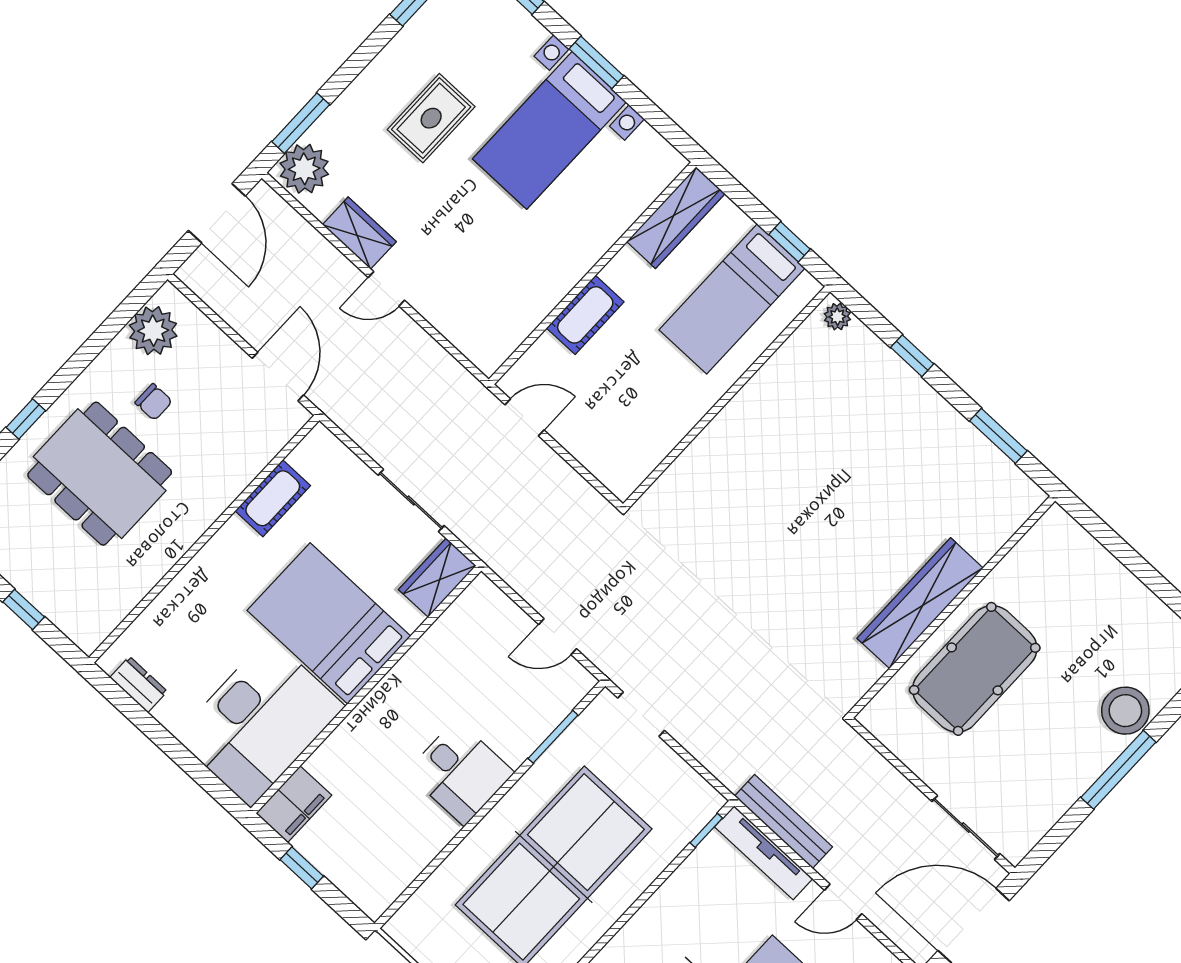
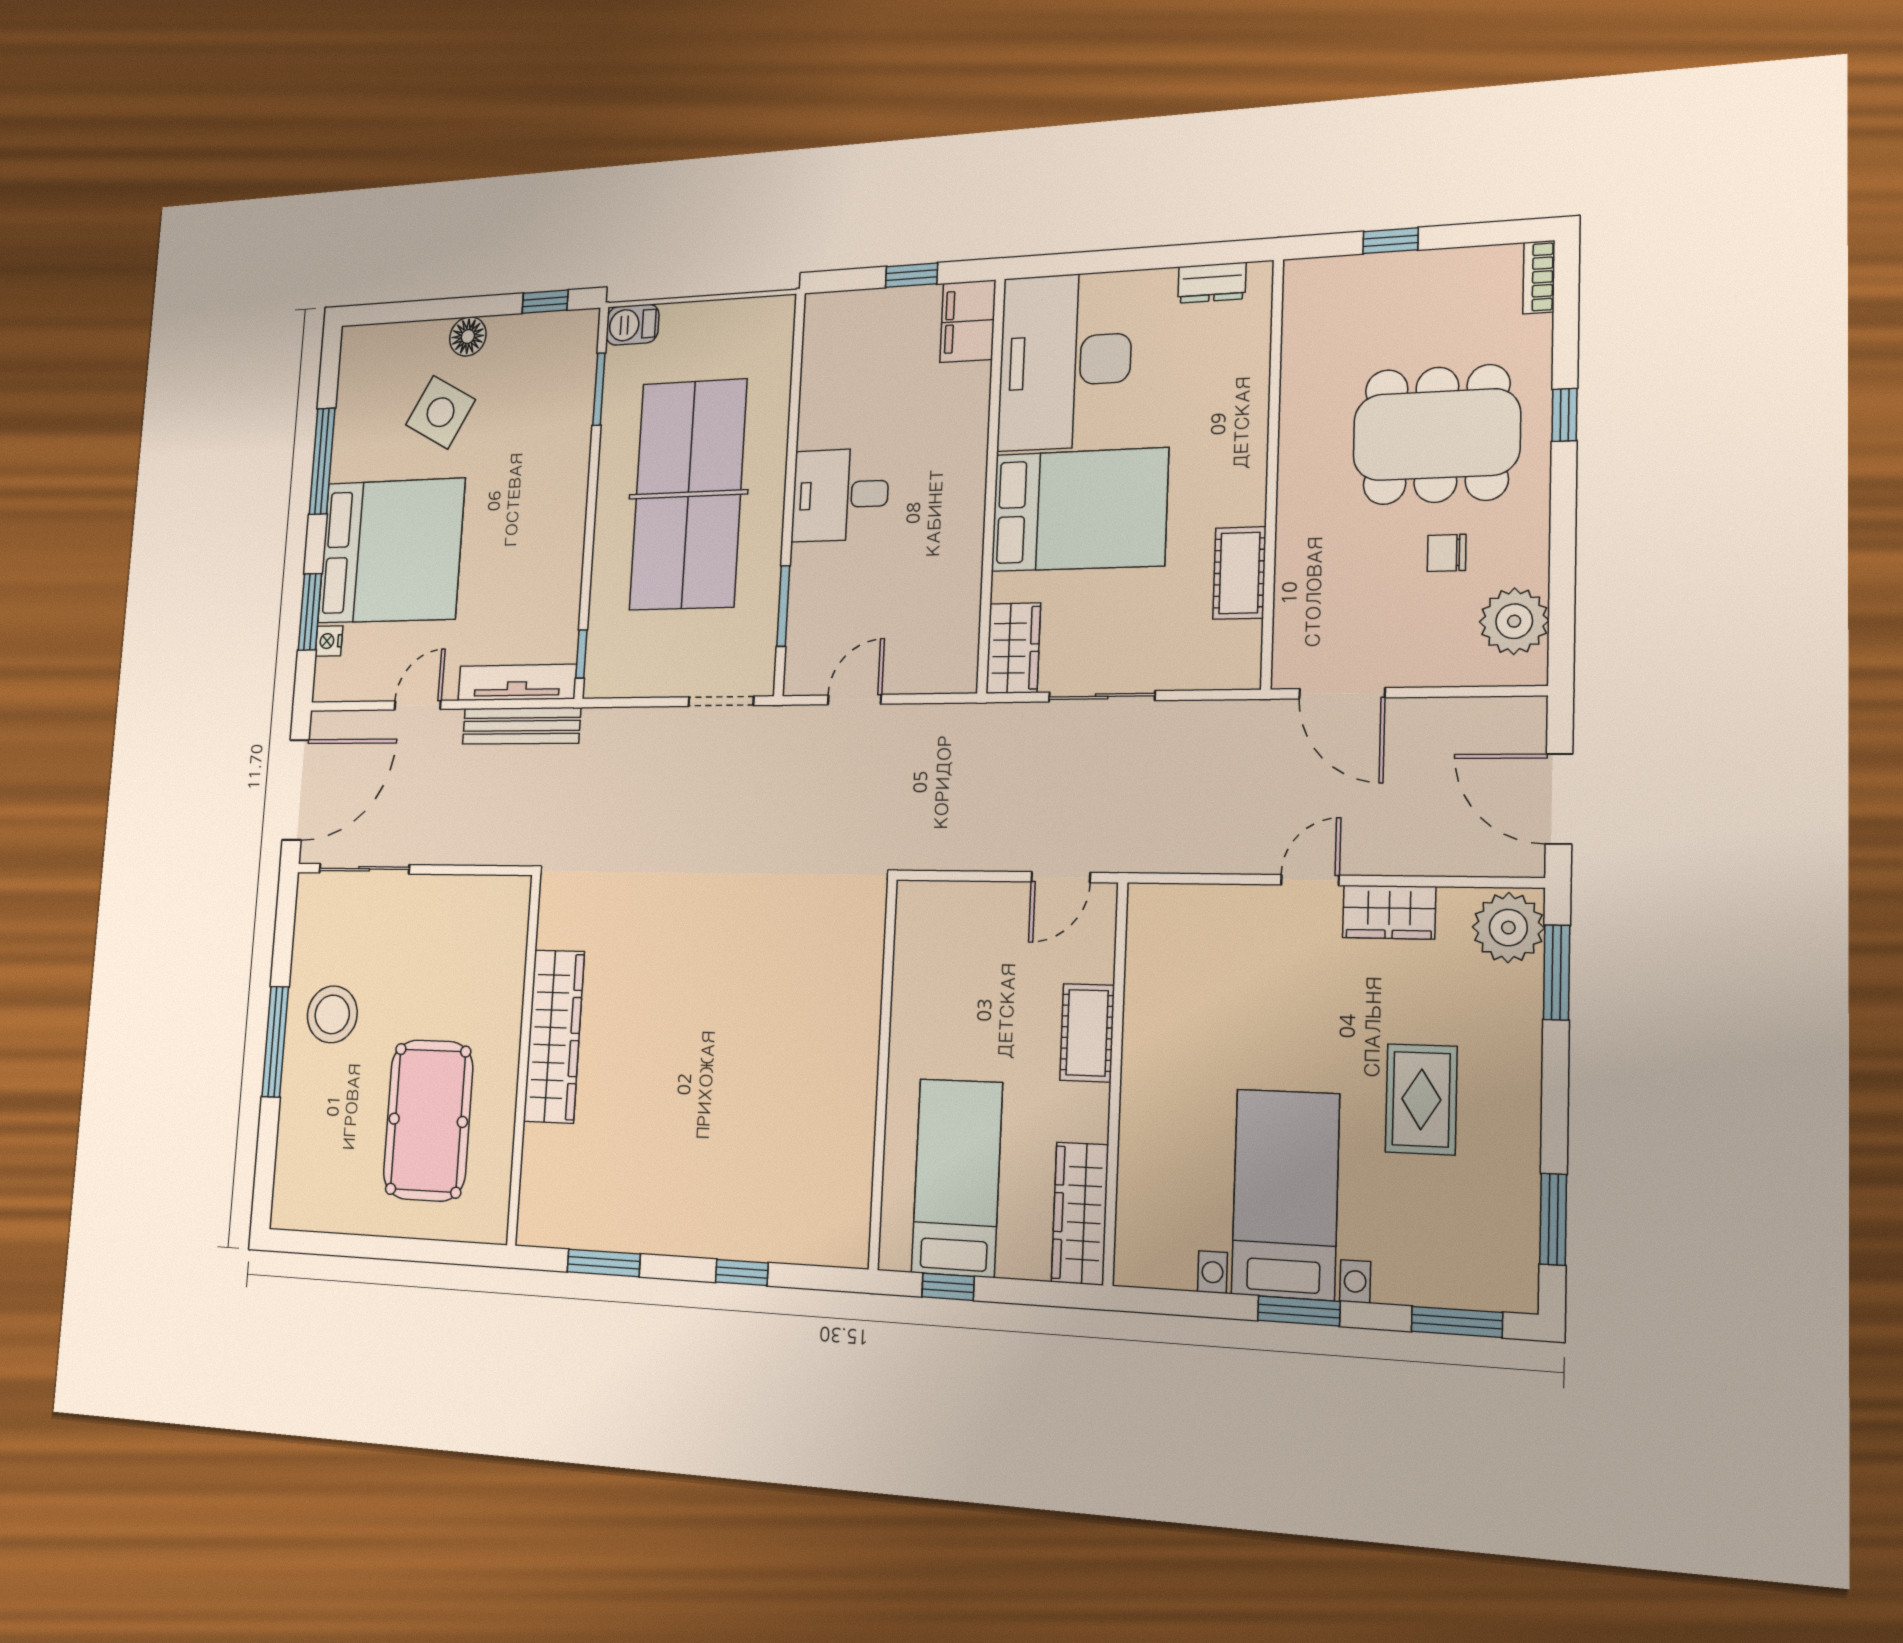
plant: (837, 317) -> (842, 1250), removed
pool table: (975, 669) -> (428, 1120), moved
stool: (1125, 711) -> (332, 1014), moved

